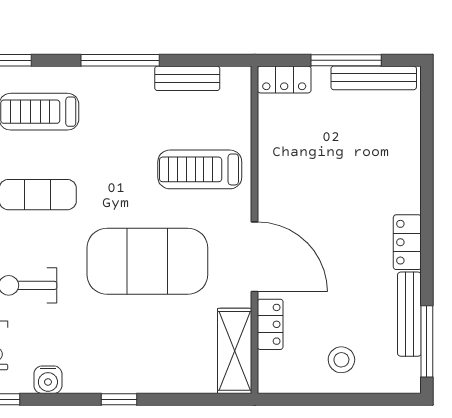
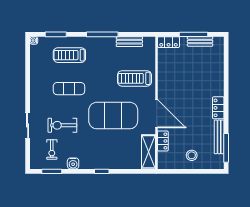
bench: (374, 78) -> (200, 41), width x0.73

